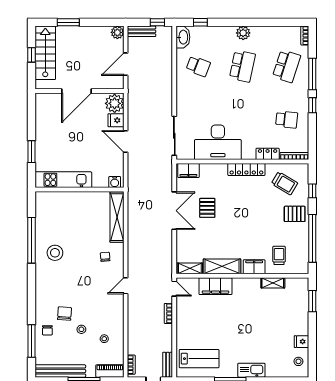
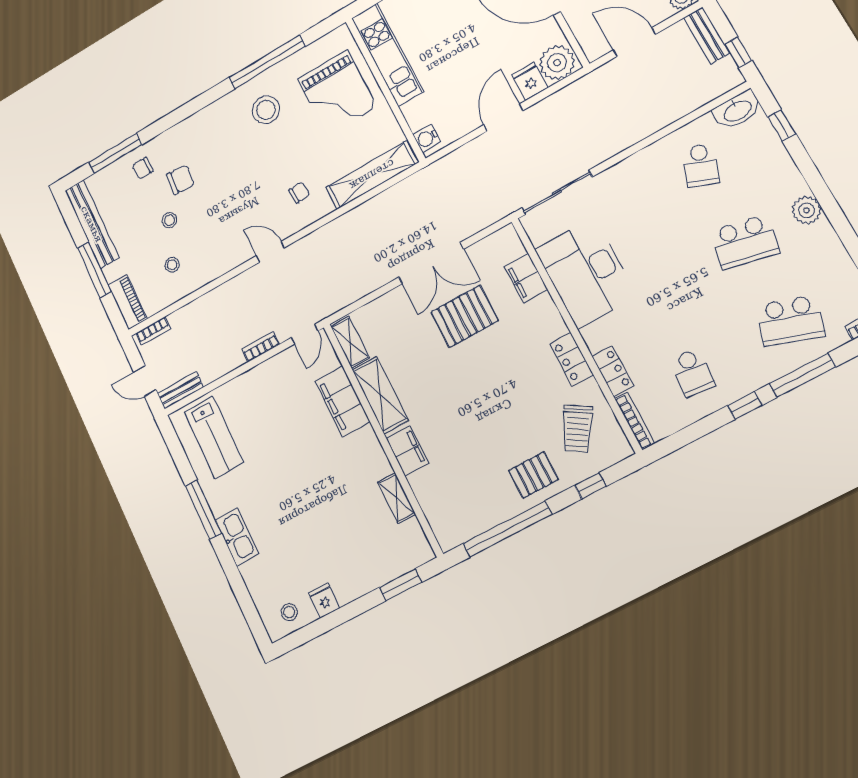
locker: (246, 169) -> (572, 359), width x0.66
filing cabinet: (188, 170) -> (526, 278), moved
pallet: (207, 208) -> (465, 316), width x1.50, depth x1.42
grand piano: (67, 214) -> (337, 93), added
pallet: (295, 214) -> (533, 475), turned 90
trolley: (279, 255) -> (448, 485), removed

